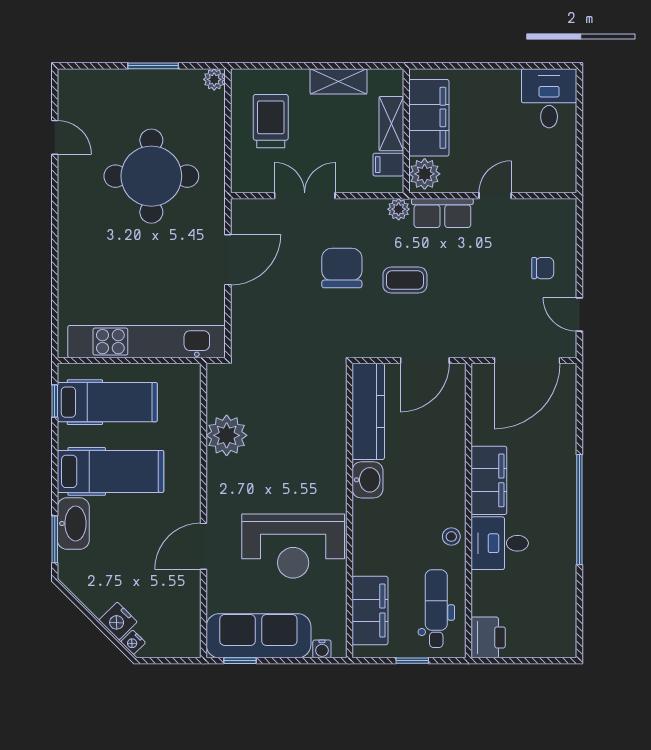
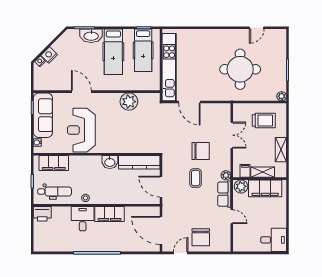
door: (228, 260) -> (189, 102), moved
chair: (543, 268) -> (201, 237), width x1.87, depth x1.87

